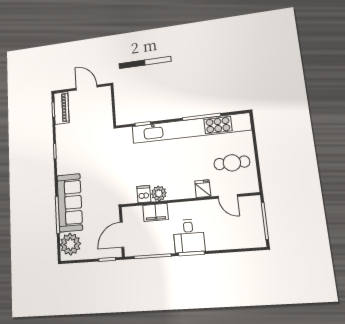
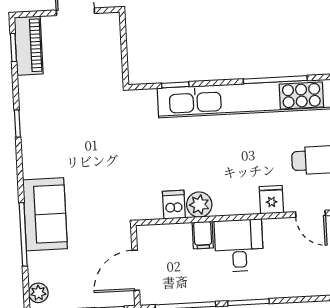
sofa: (70, 203) -> (45, 214), width x0.73
filing cabinet: (156, 212) -> (203, 235), width x0.50
desk: (189, 236) -> (239, 245), moved, turned 180
plant: (70, 244) -> (38, 293), width x0.53, depth x0.53

